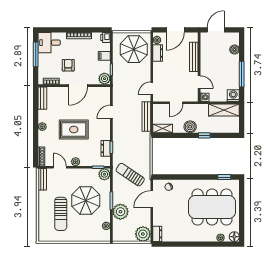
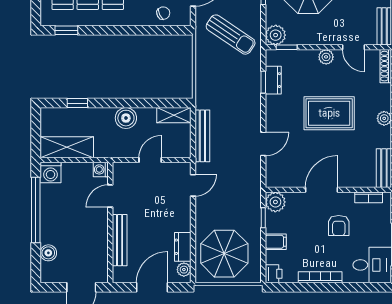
window: (242, 74) -> (36, 210), width x1.46
door: (199, 82) -> (110, 196), hinge flipped
window: (204, 135) -> (77, 103), moved

